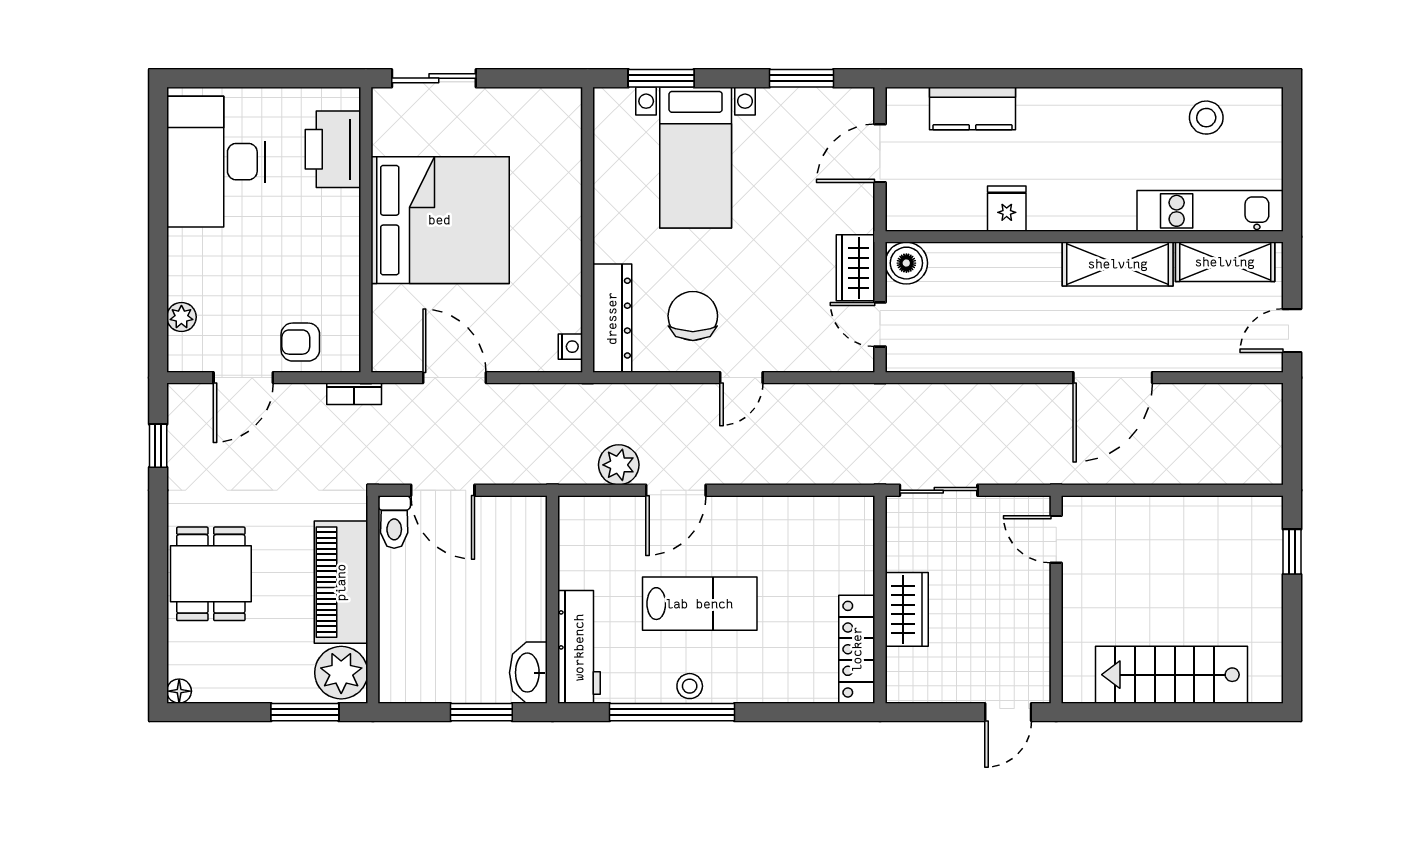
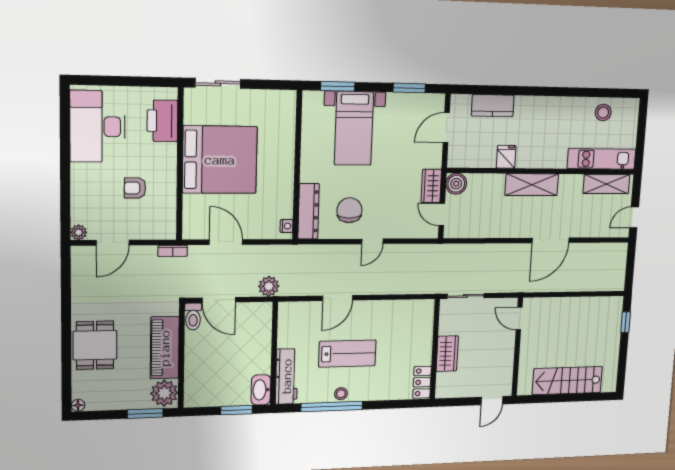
shelving: (1118, 264) -> (532, 185), moved
plant: (181, 317) -> (79, 232), moved
armchair: (300, 342) -> (135, 188), moved
window: (158, 446) -> (66, 279), removed
plant: (619, 465) -> (269, 286), moved
locker: (857, 649) -> (422, 382), width x0.66

